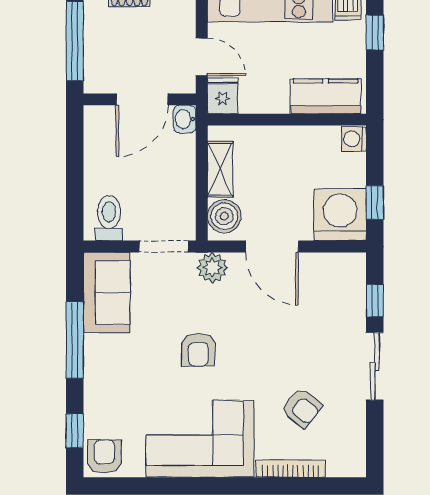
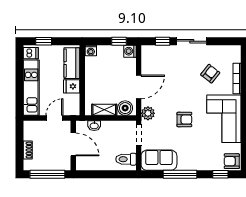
fridge: (223, 96) -> (72, 86), moved
washbasin: (185, 119) -> (94, 126), moved
washing machine: (340, 215) -> (130, 51), width x0.53, depth x0.53

